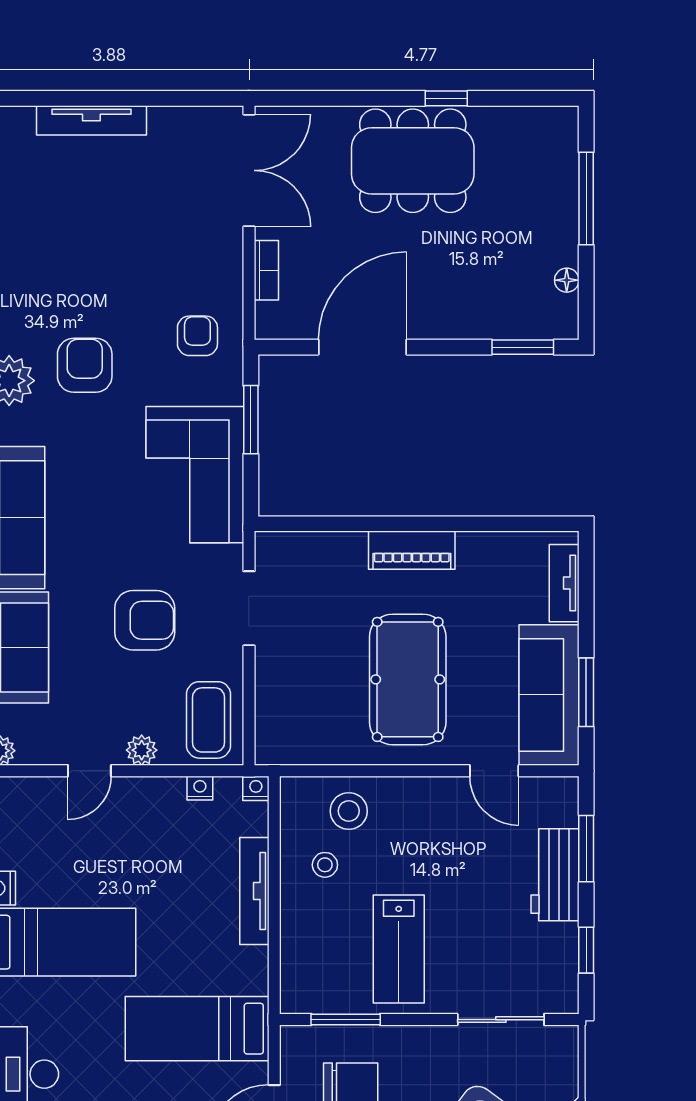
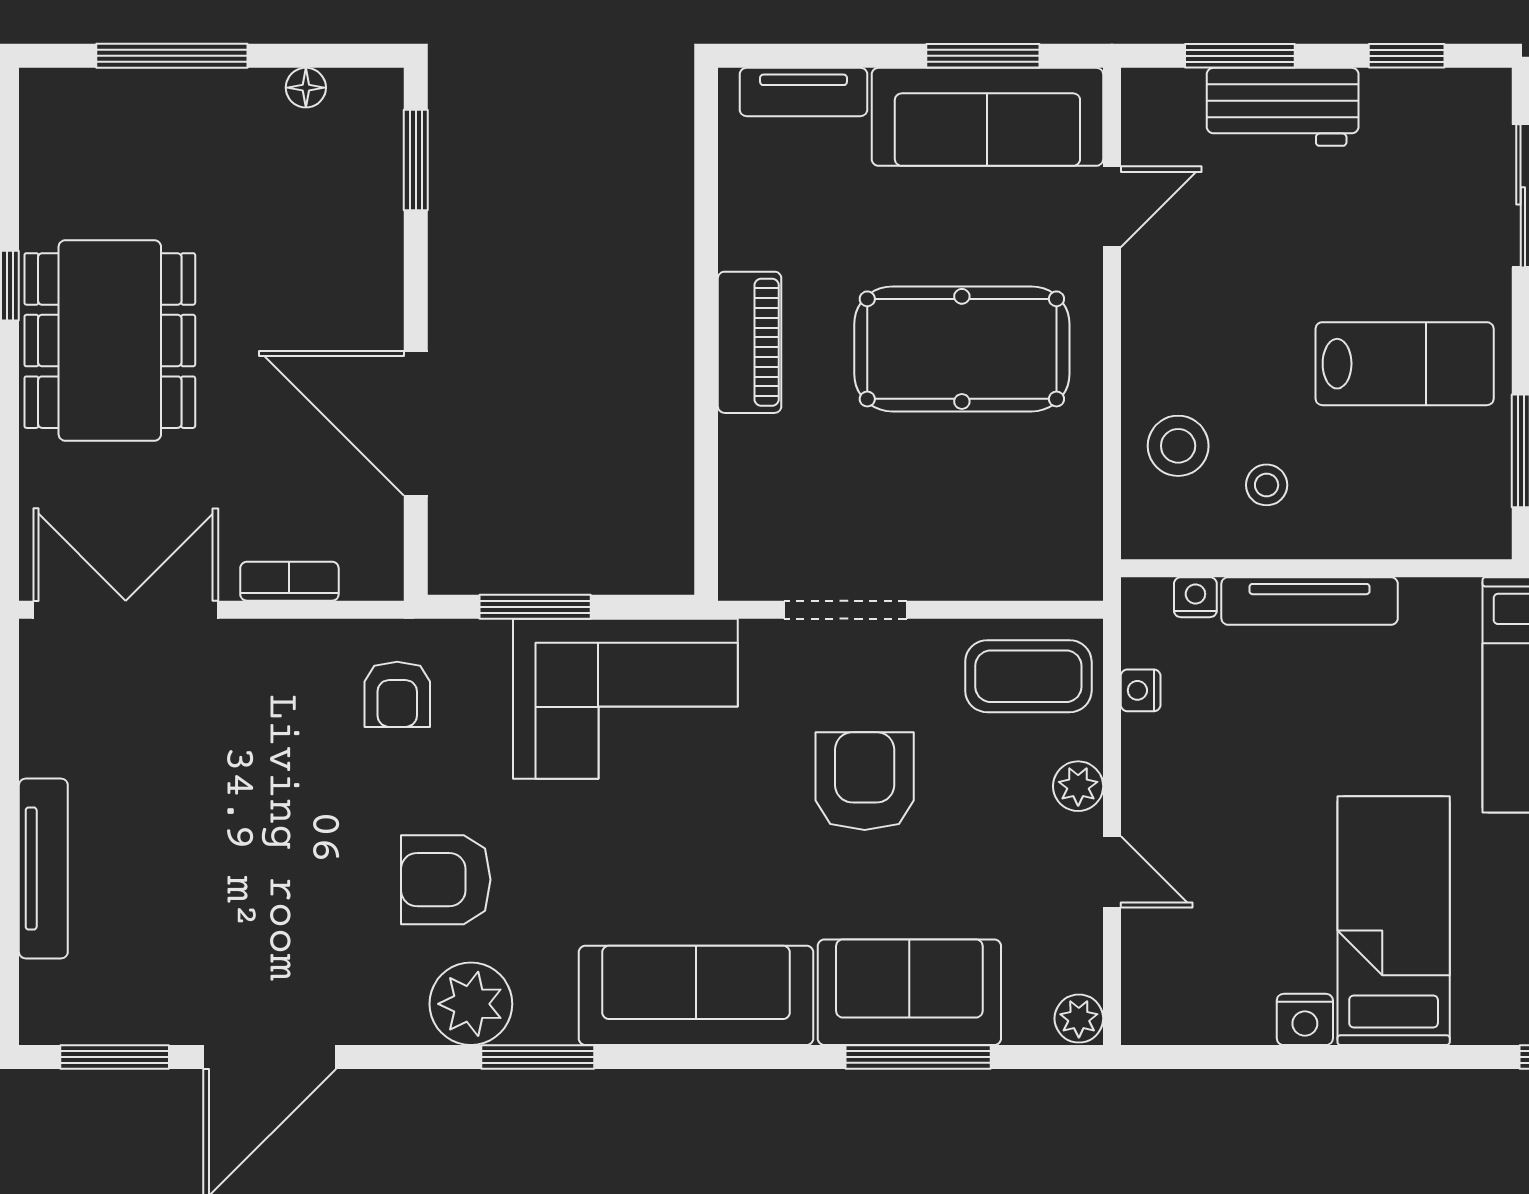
armchair: (197, 336) -> (397, 694), turned -90
nightstand: (256, 788) -> (1195, 597), moved, turned 90

